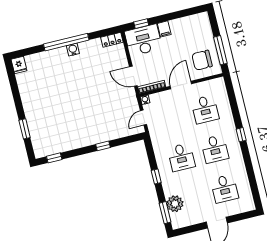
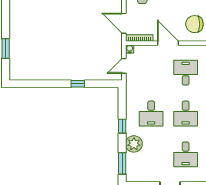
door: (181, 85) -> (168, 43), hinge flipped
desk: (205, 109) -> (186, 73), turned 180
window: (54, 158) -> (27, 84), removed
plant: (175, 204) -> (134, 144), moved

